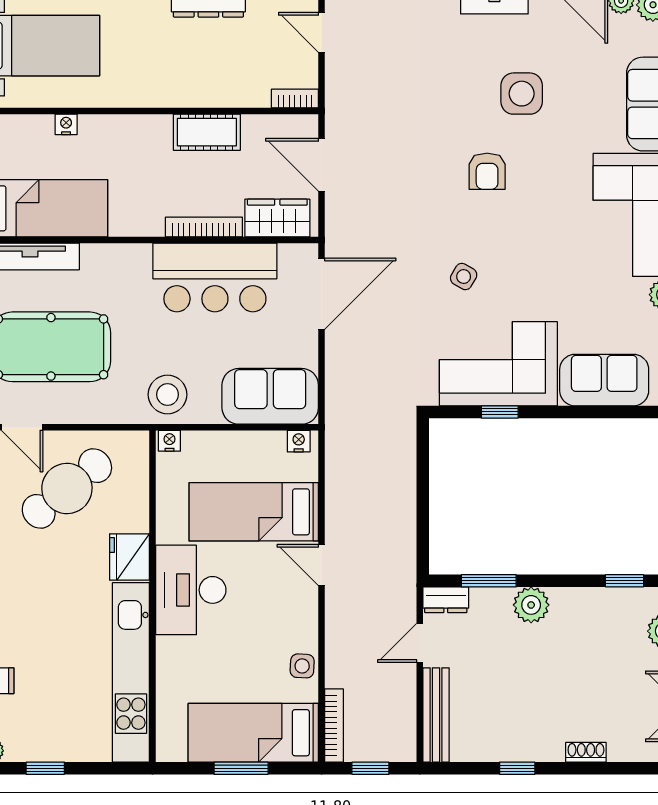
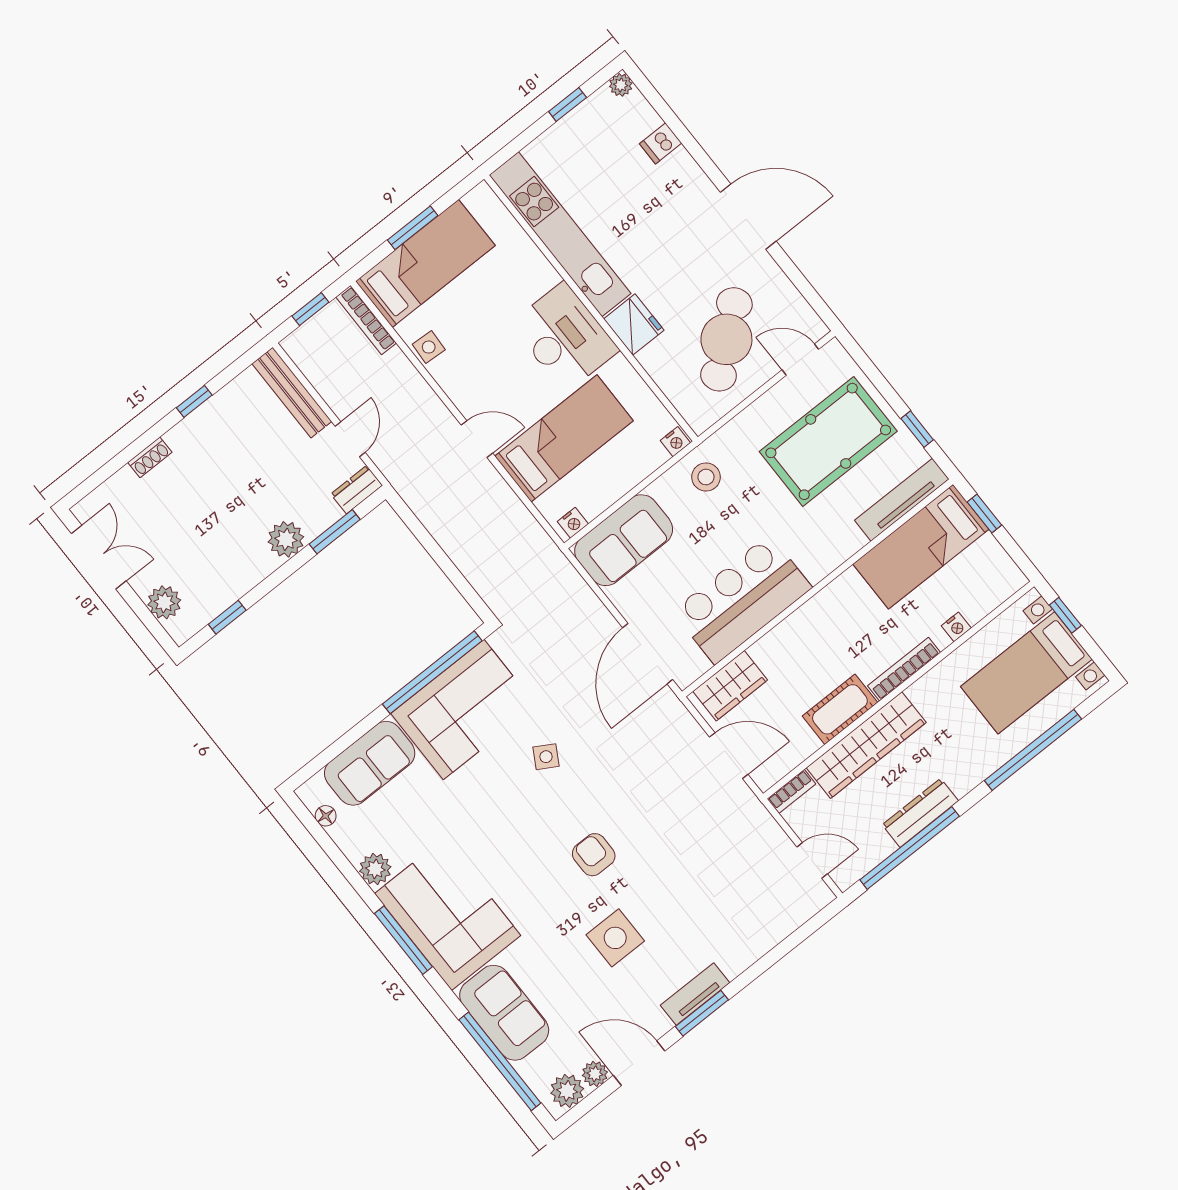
wardrobe: (209, 88) -> (866, 745), added
bookcase: (204, 227) -> (904, 669), moved, turned 180
stool: (168, 395) -> (706, 477), width x0.73, depth x0.73
window: (500, 412) -> (432, 672), width x3.17

